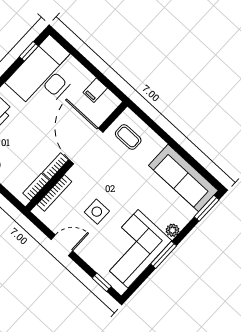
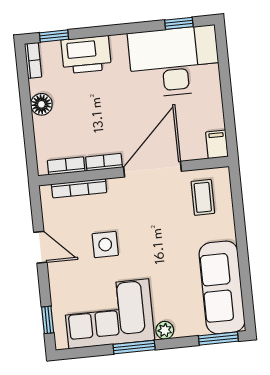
filing cabinet: (95, 90) -> (217, 144), moved, turned 90

